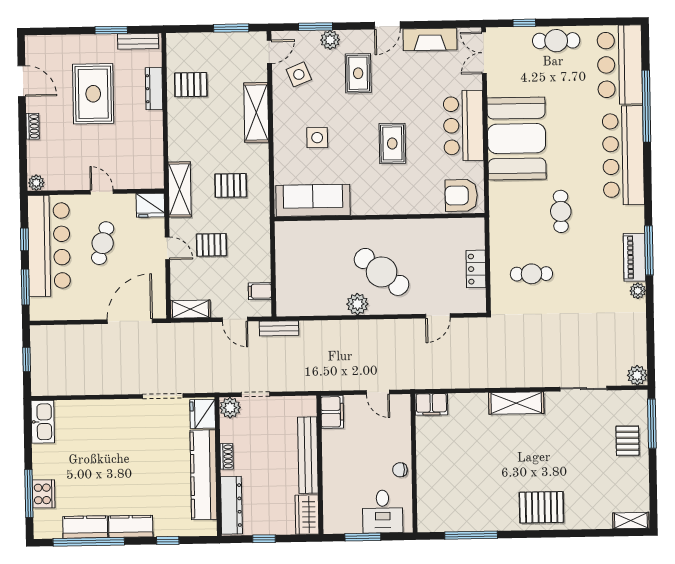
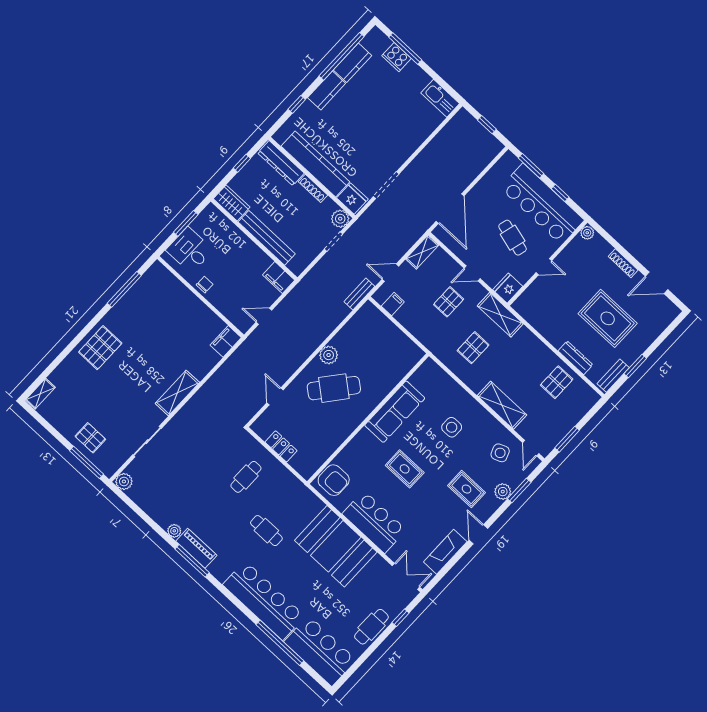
shoe rack: (33, 126) -> (623, 263), width x1.43
armchair: (461, 195) -> (334, 480), turned 90
sofa: (313, 200) -> (395, 412), moved
shoe rack: (227, 456) -> (313, 188), width x1.43

